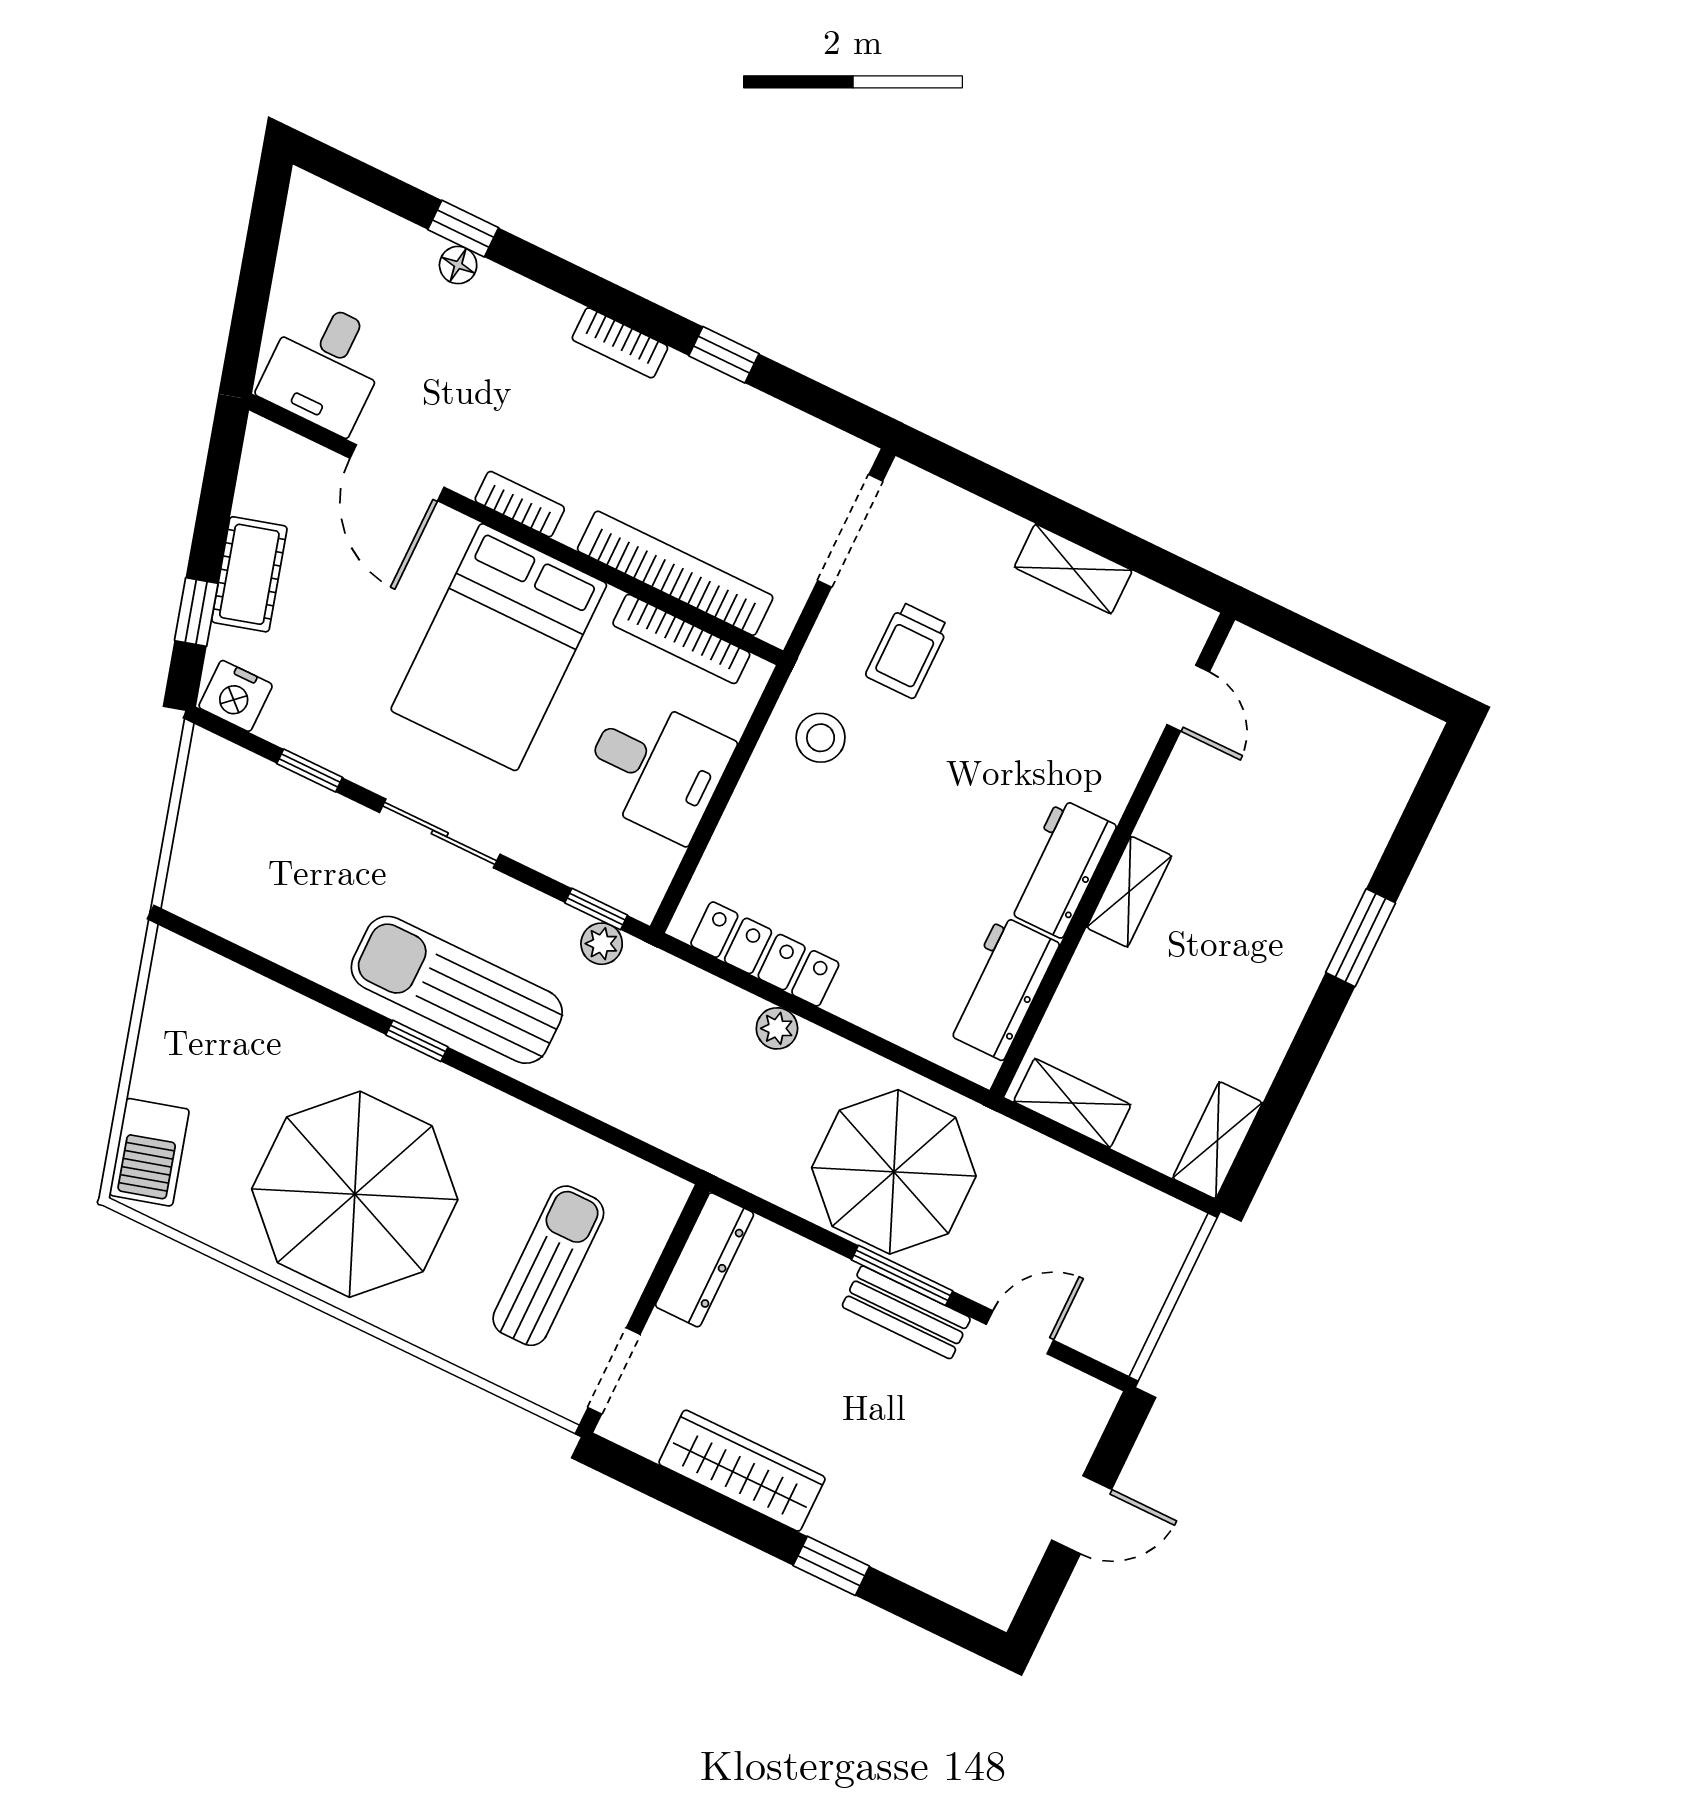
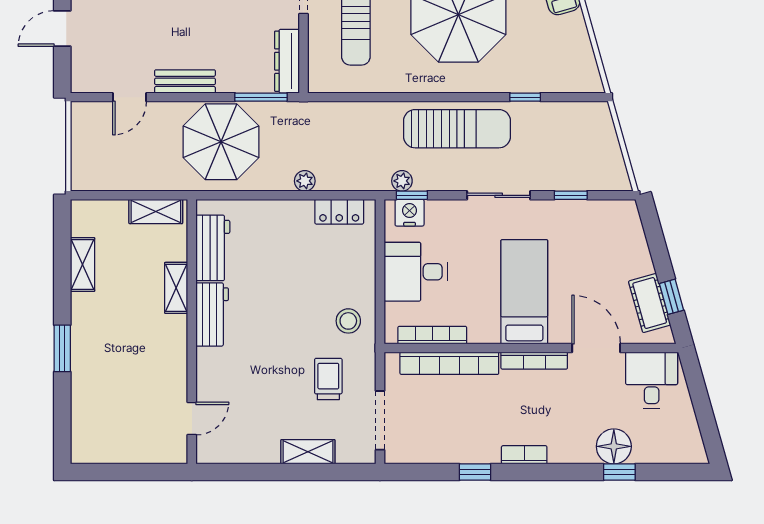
floor lamp: (458, 265) -> (614, 446), width x1.89, depth x1.89
bookcase: (520, 504) -> (534, 361), width x1.56
shelving: (1073, 569) -> (308, 452), moved
cot: (249, 574) -> (650, 303), moved
window: (196, 612) -> (672, 297), moved
bed: (499, 647) -> (524, 292), width x0.67
nightstand: (236, 696) -> (410, 213), moved
door: (1188, 698) -> (192, 419), swing flipped
shelving: (1129, 892) -> (176, 288), moved
locker: (765, 954) -> (339, 212), width x0.66
window: (417, 1041) -> (525, 97), moved
shelving: (1217, 1140) -> (83, 264), moved
window: (902, 1275) -> (261, 97), moved

